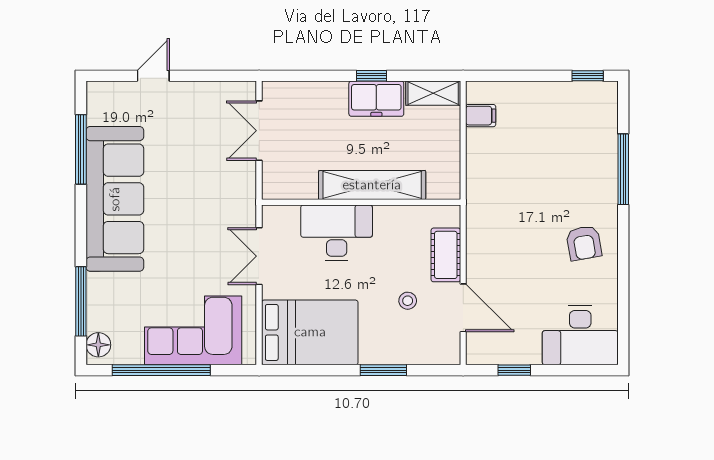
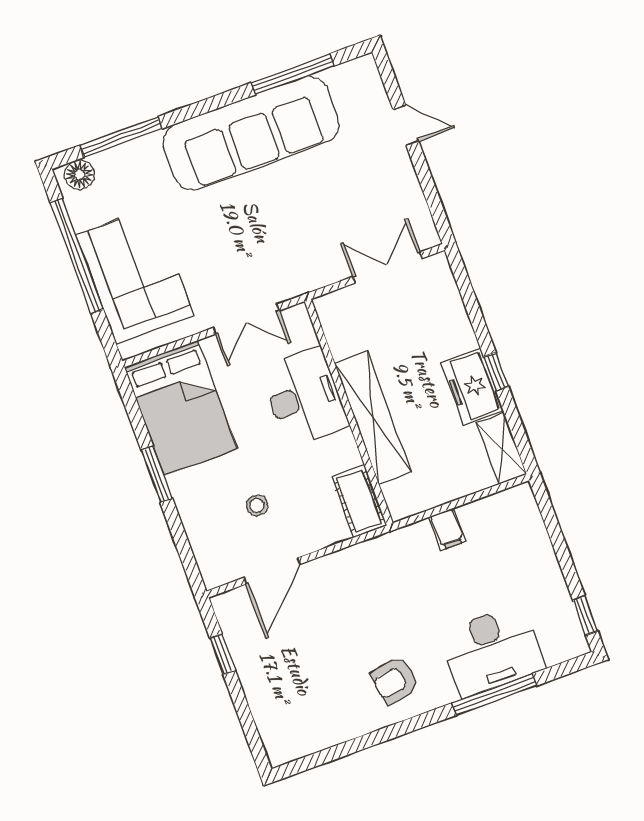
filing cabinet: (481, 116) -> (447, 529), moved
cot: (446, 255) -> (359, 501), moved, turned 90
double door: (259, 256) -> (246, 319), swing flipped
desk: (580, 335) -> (492, 651), moved, turned -90
window: (383, 370) -> (157, 474), moved

